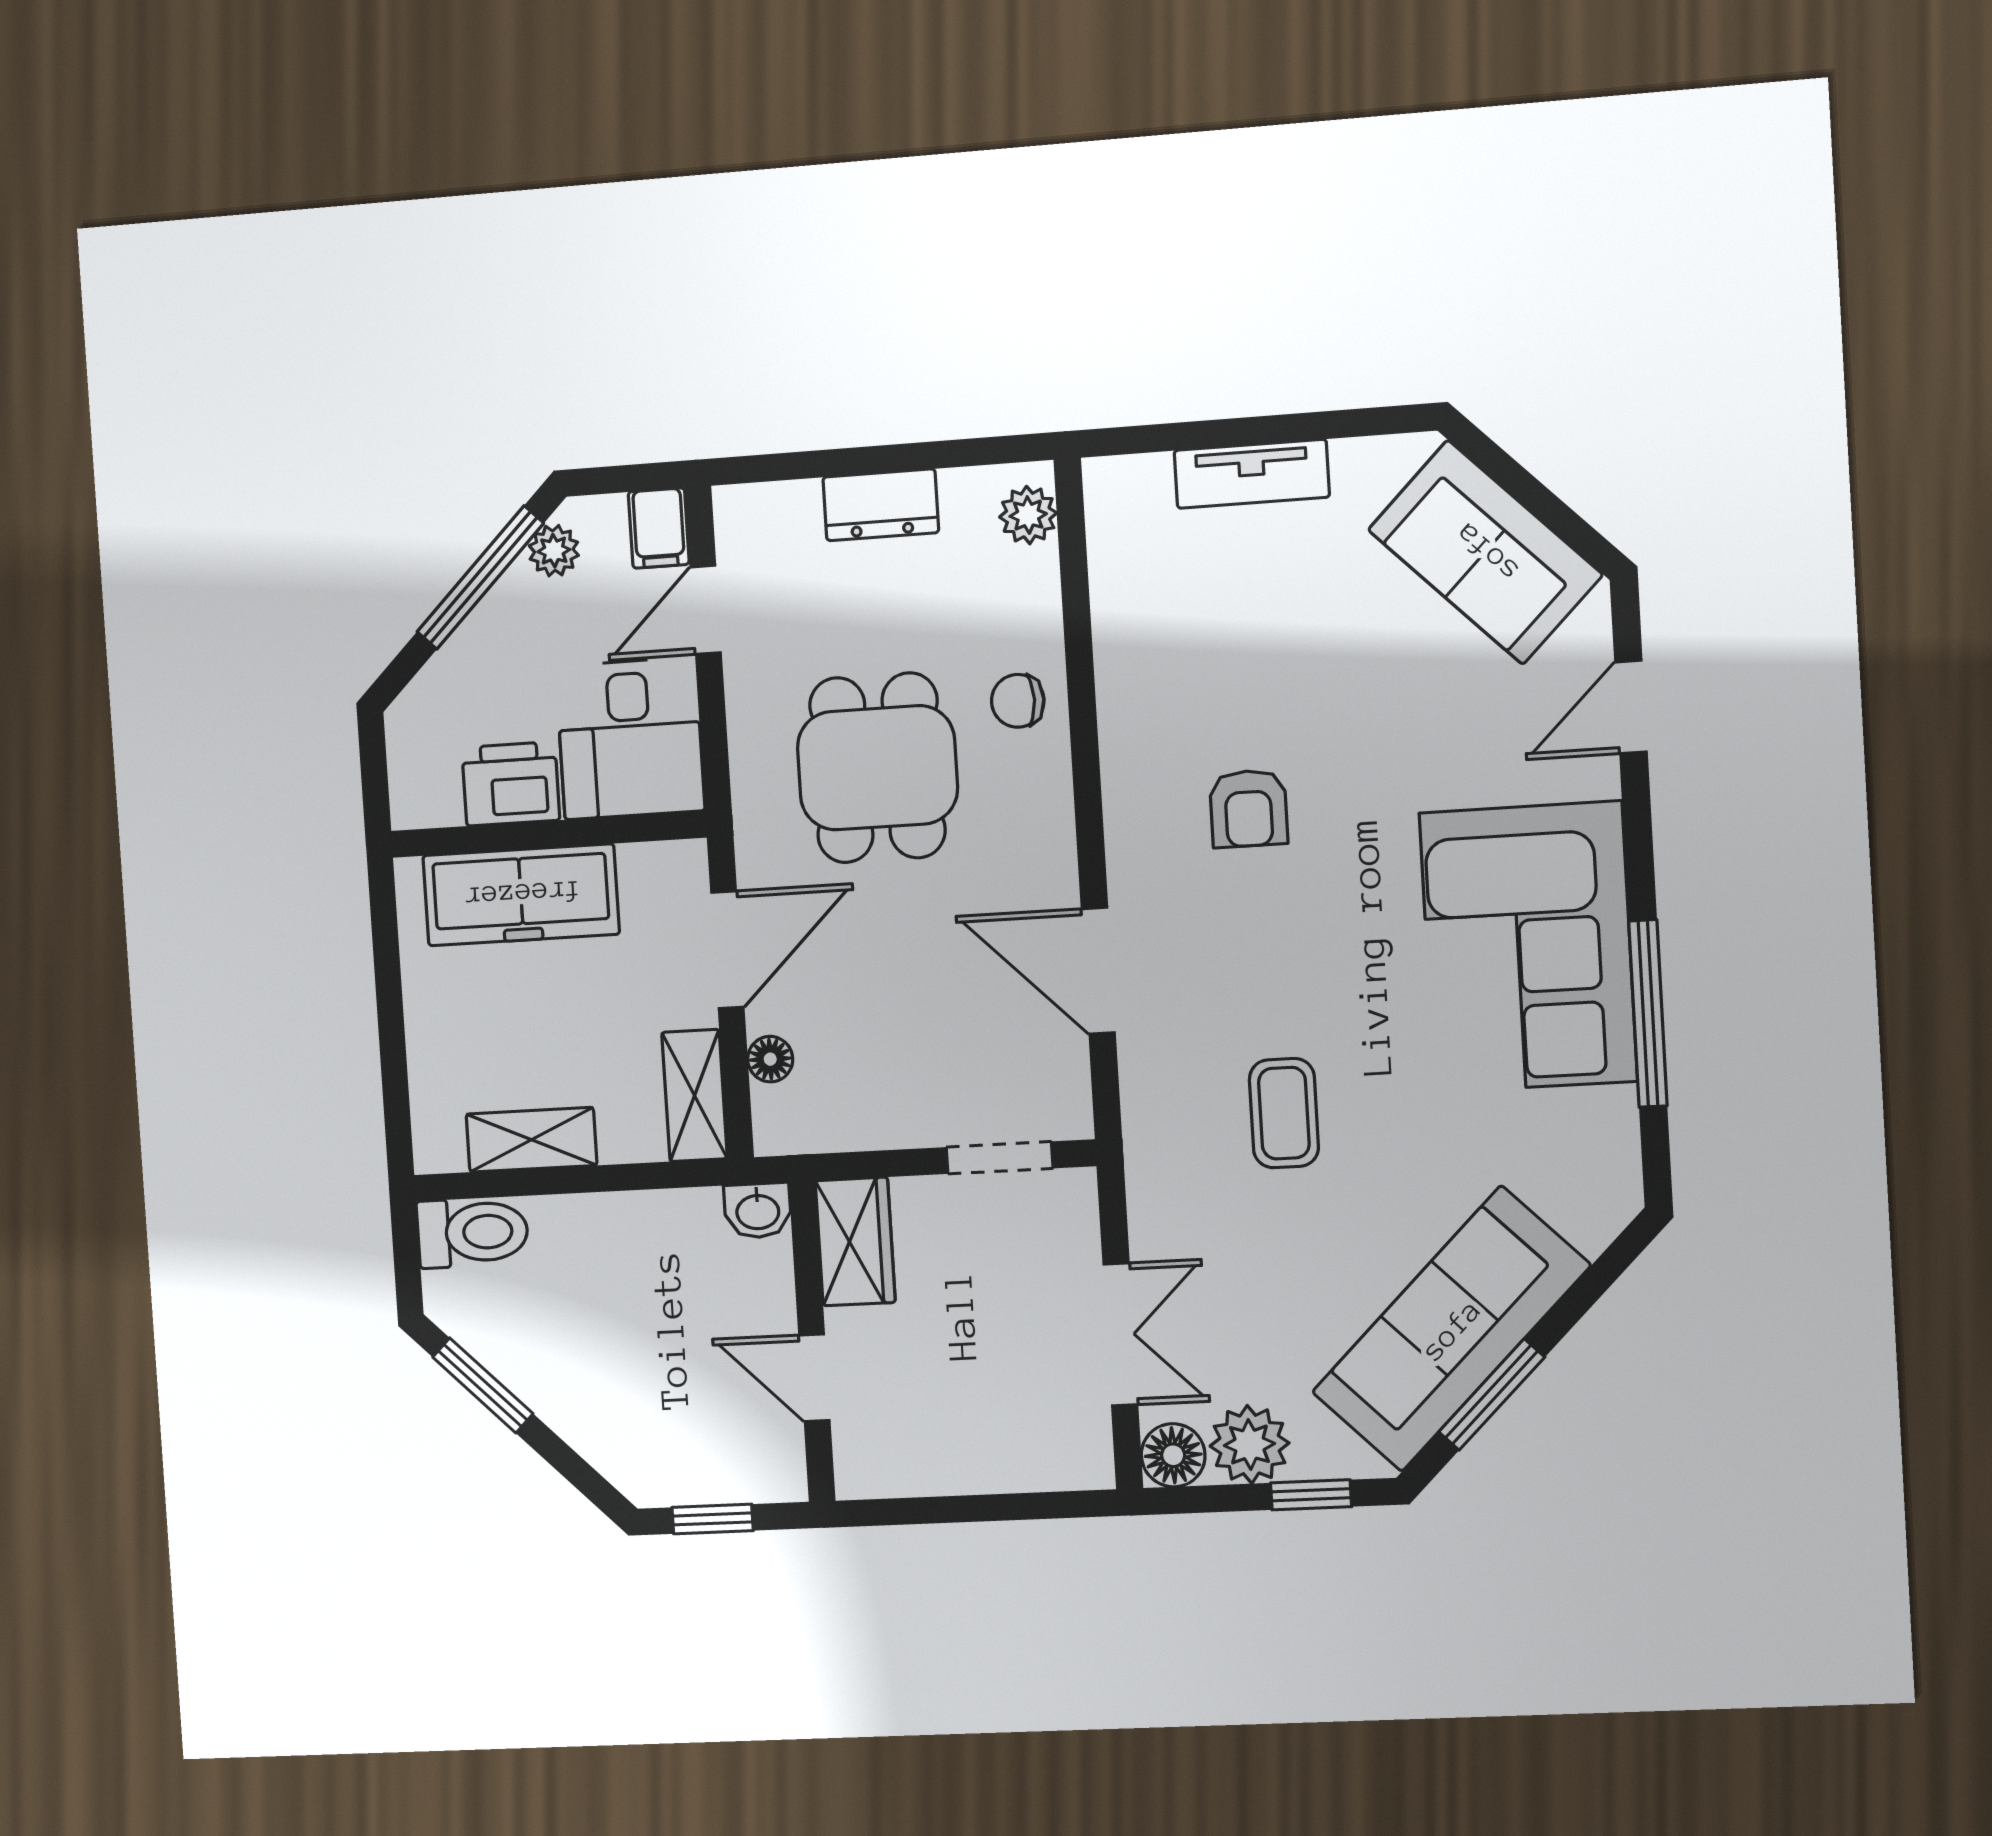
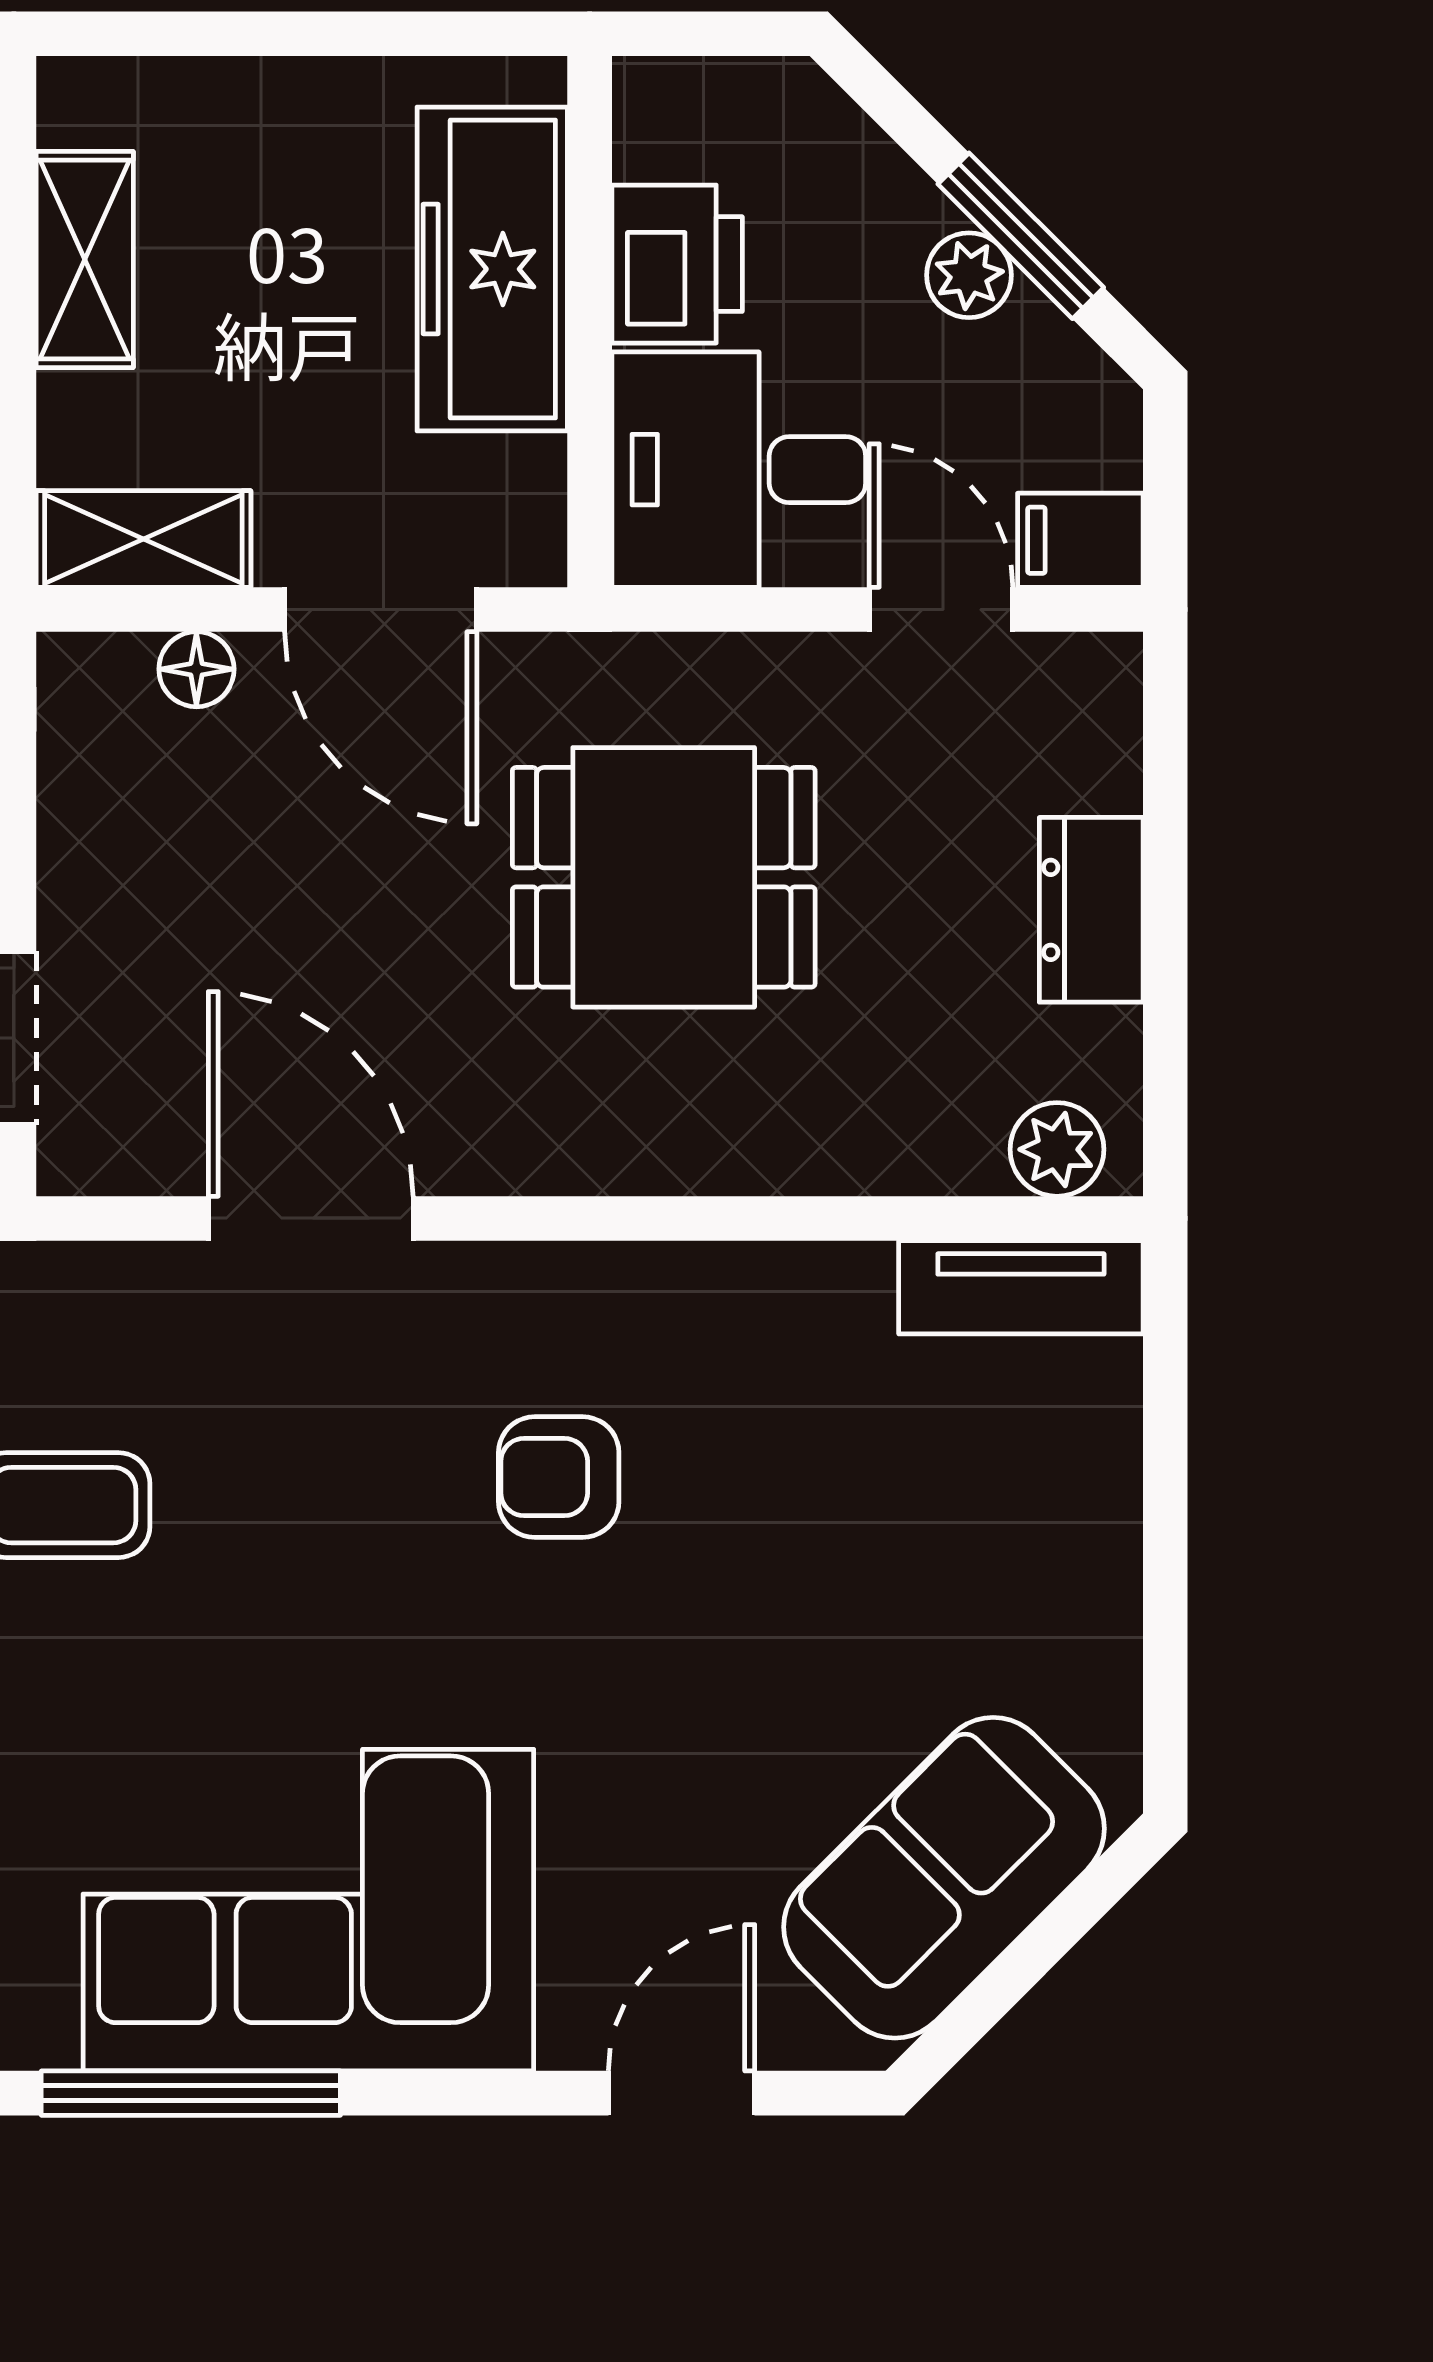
tv unit: (1252, 474) -> (1021, 1287), moved, turned -90
plant: (554, 551) -> (969, 275), moved
window: (480, 578) -> (1021, 236), width x0.69
chair: (1018, 701) -> (757, 1114), removed
door: (1631, 707) -> (681, 2093), hinge flipped
door: (1098, 971) -> (311, 1218), hinge flipped

